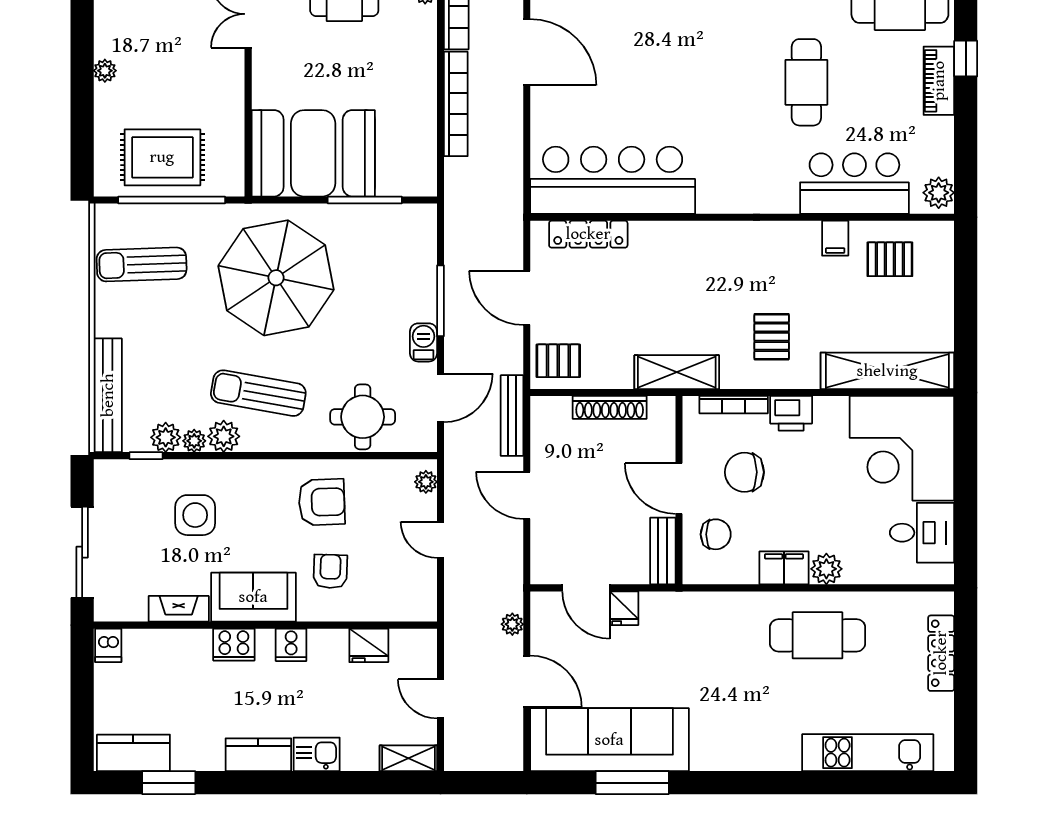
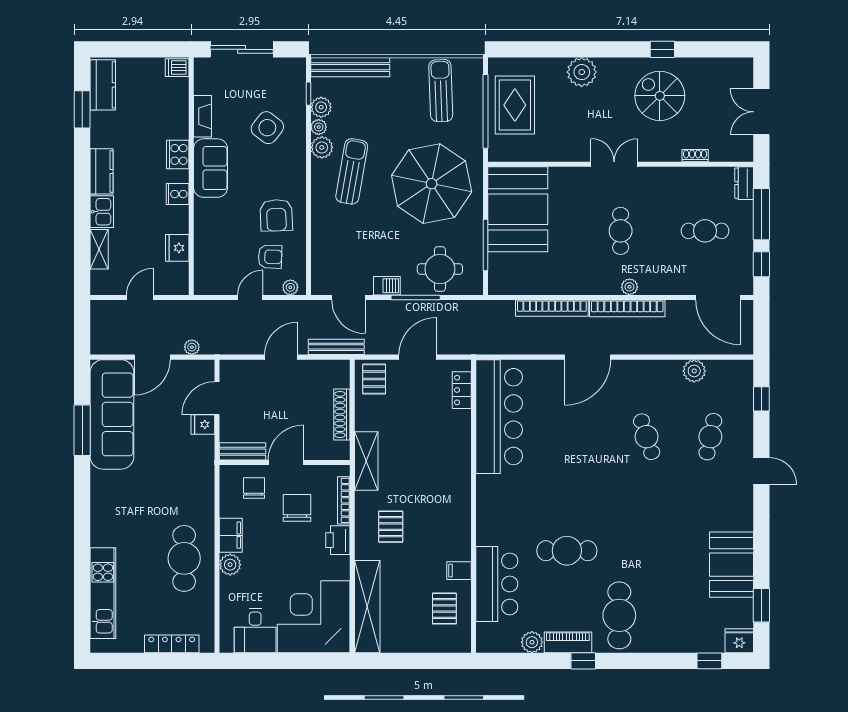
plant: (105, 71) -> (582, 72), width x1.88, depth x1.88
plant: (939, 193) -> (532, 642), moved
locker: (588, 234) -> (462, 390), width x0.66
pallet: (772, 337) -> (391, 527), turned 90
round table: (363, 417) -> (440, 269), moved
side table: (195, 515) -> (267, 128), turned 38
chair: (716, 534) -> (254, 488), turned 180
armchair: (330, 571) -> (270, 257), moved
shelving: (408, 758) -> (99, 249), moved

